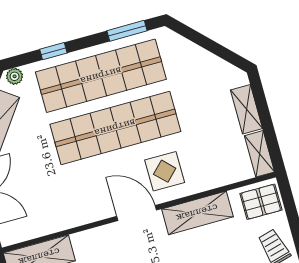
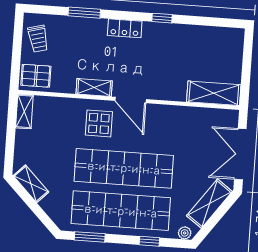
shelving: (246, 109) -> (31, 184), moved, turned -45
shelving: (197, 213) -> (94, 87), width x0.67, depth x0.75

